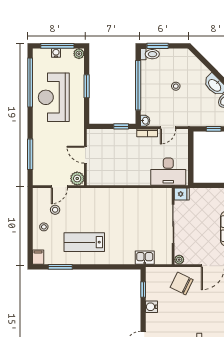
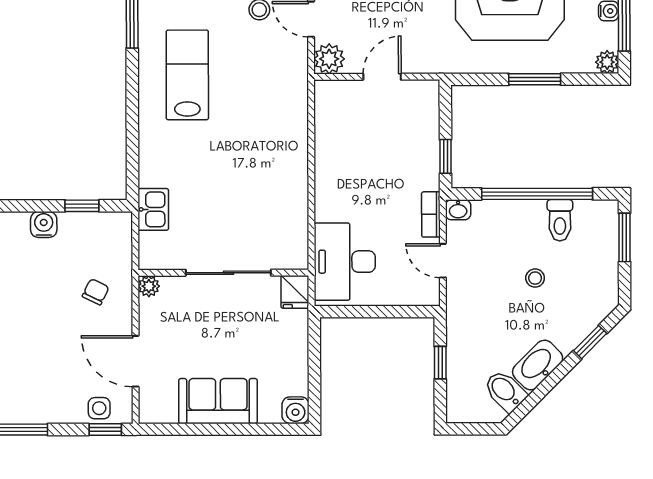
toilet: (150, 54) -> (560, 220), moved
window: (205, 62) -> (590, 342), added
chair: (182, 284) -> (96, 292), width x0.54, depth x0.54

